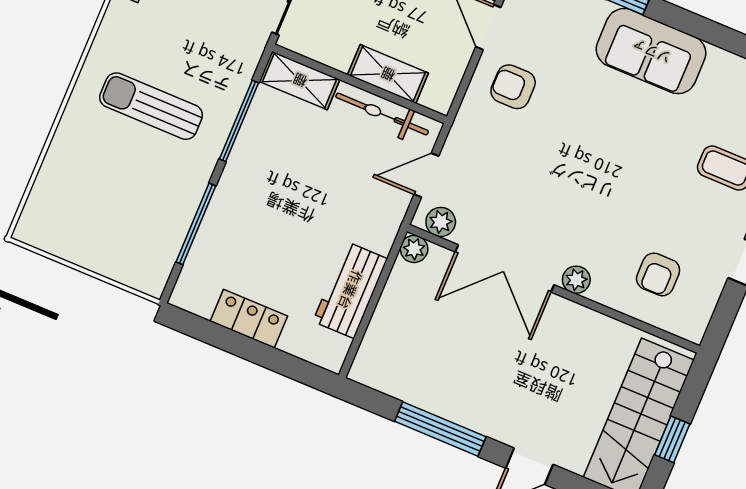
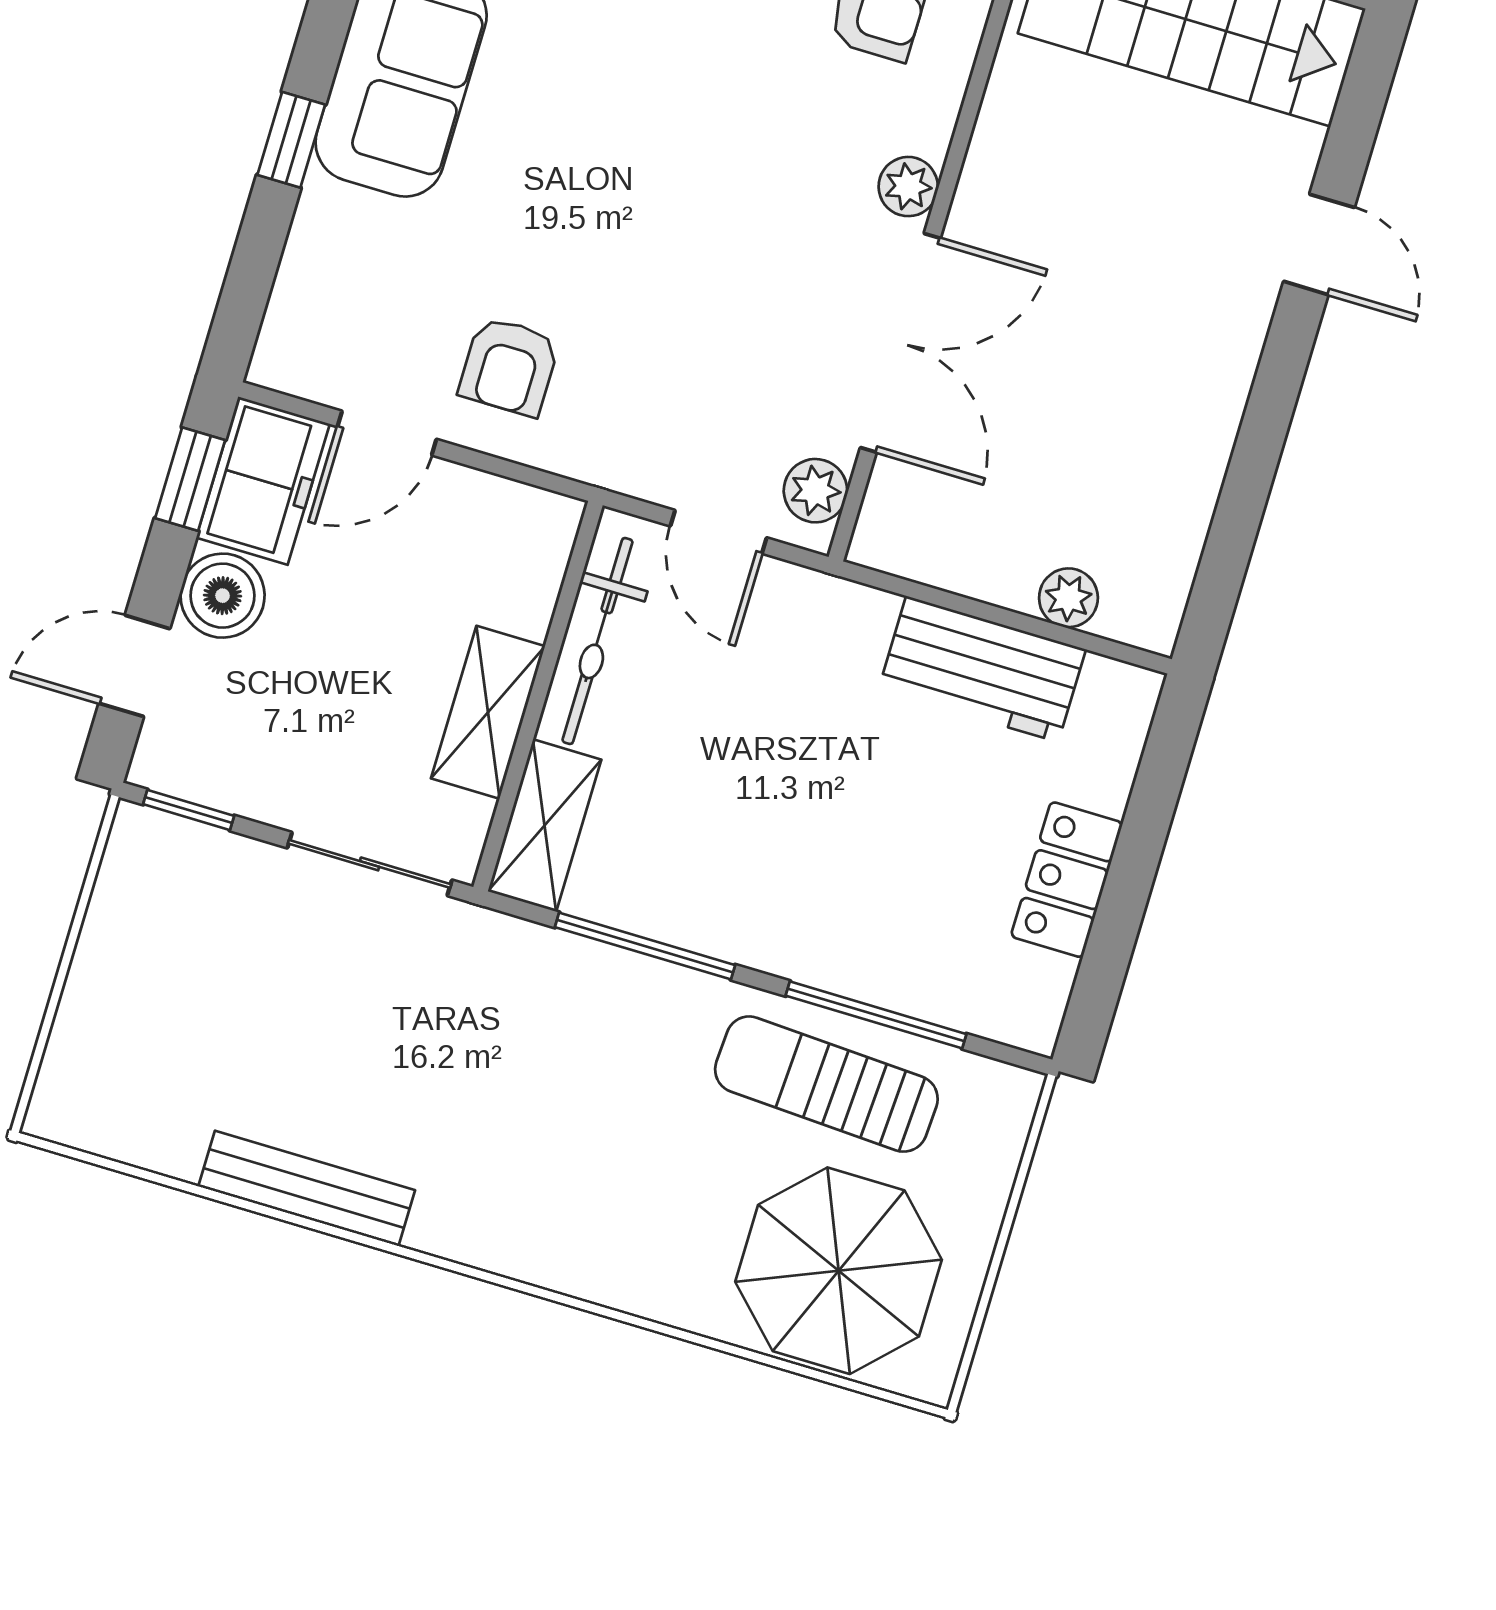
shelving: (388, 74) -> (488, 712), moved
sun lounger: (151, 106) -> (826, 1084), moved, turned 93
parasol: (80, 194) -> (839, 1271), added
plant: (414, 249) -> (1068, 598), moved
window: (440, 429) -> (1259, 444), removed

